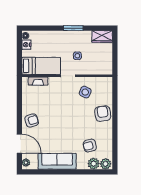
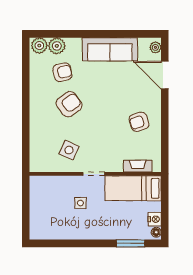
window: (73, 28) -> (131, 243), moved
wardrobe: (102, 36) -> (44, 231), removed
armchair: (103, 114) -> (69, 104), moved, turned -117
armchair: (32, 121) -> (139, 122), moved

